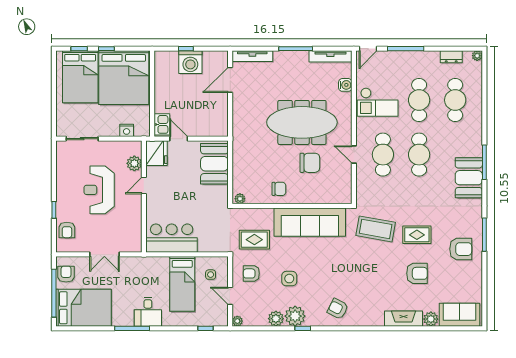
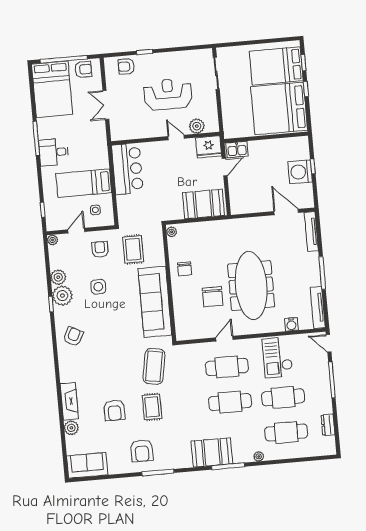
plant: (477, 56) -> (259, 456), moved
nightstand: (127, 130) -> (228, 116), removed
sofa: (459, 315) -> (87, 465), moved, turned -90

